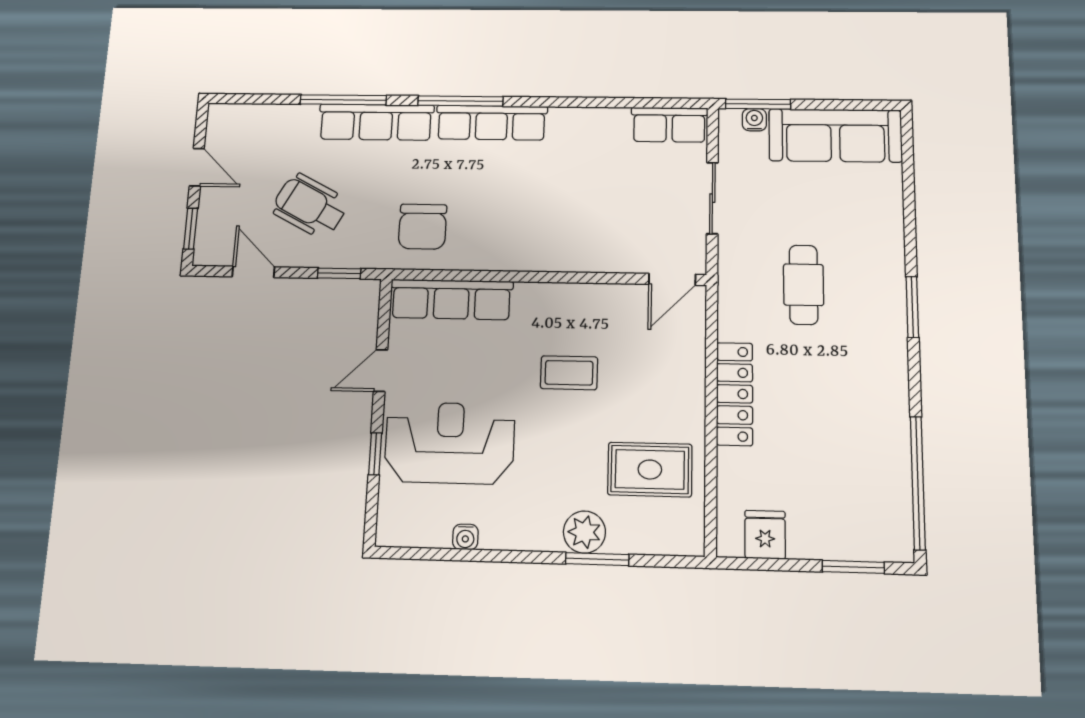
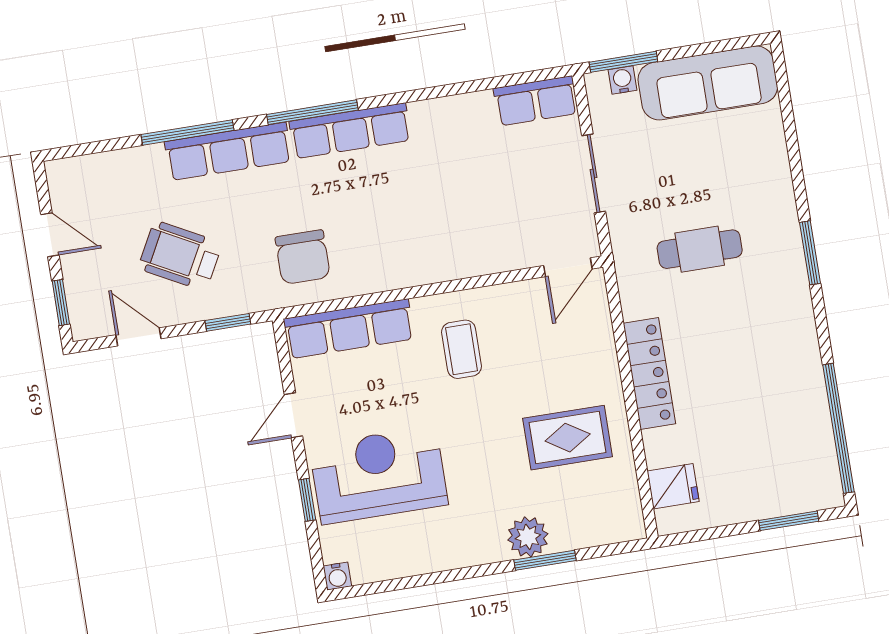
cafe table: (804, 285) -> (700, 249), turned 90
coffee table: (569, 373) -> (462, 349), moved, turned 90
rug: (650, 469) -> (568, 438), moved
fridge: (765, 535) -> (673, 486), moved, turned 90
water cooler: (465, 537) -> (337, 576), moved

